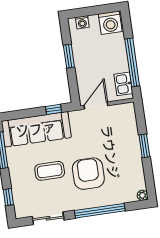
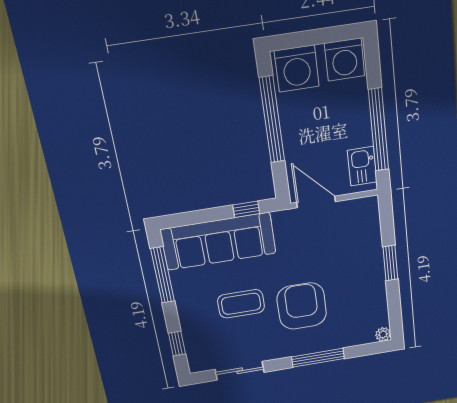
washing machine: (82, 22) -> (297, 69), width x1.89, depth x1.89
window: (69, 56) -> (272, 120), width x2.11
door: (96, 105) -> (316, 202), hinge flipped
window: (100, 211) -> (318, 358), width x0.68

